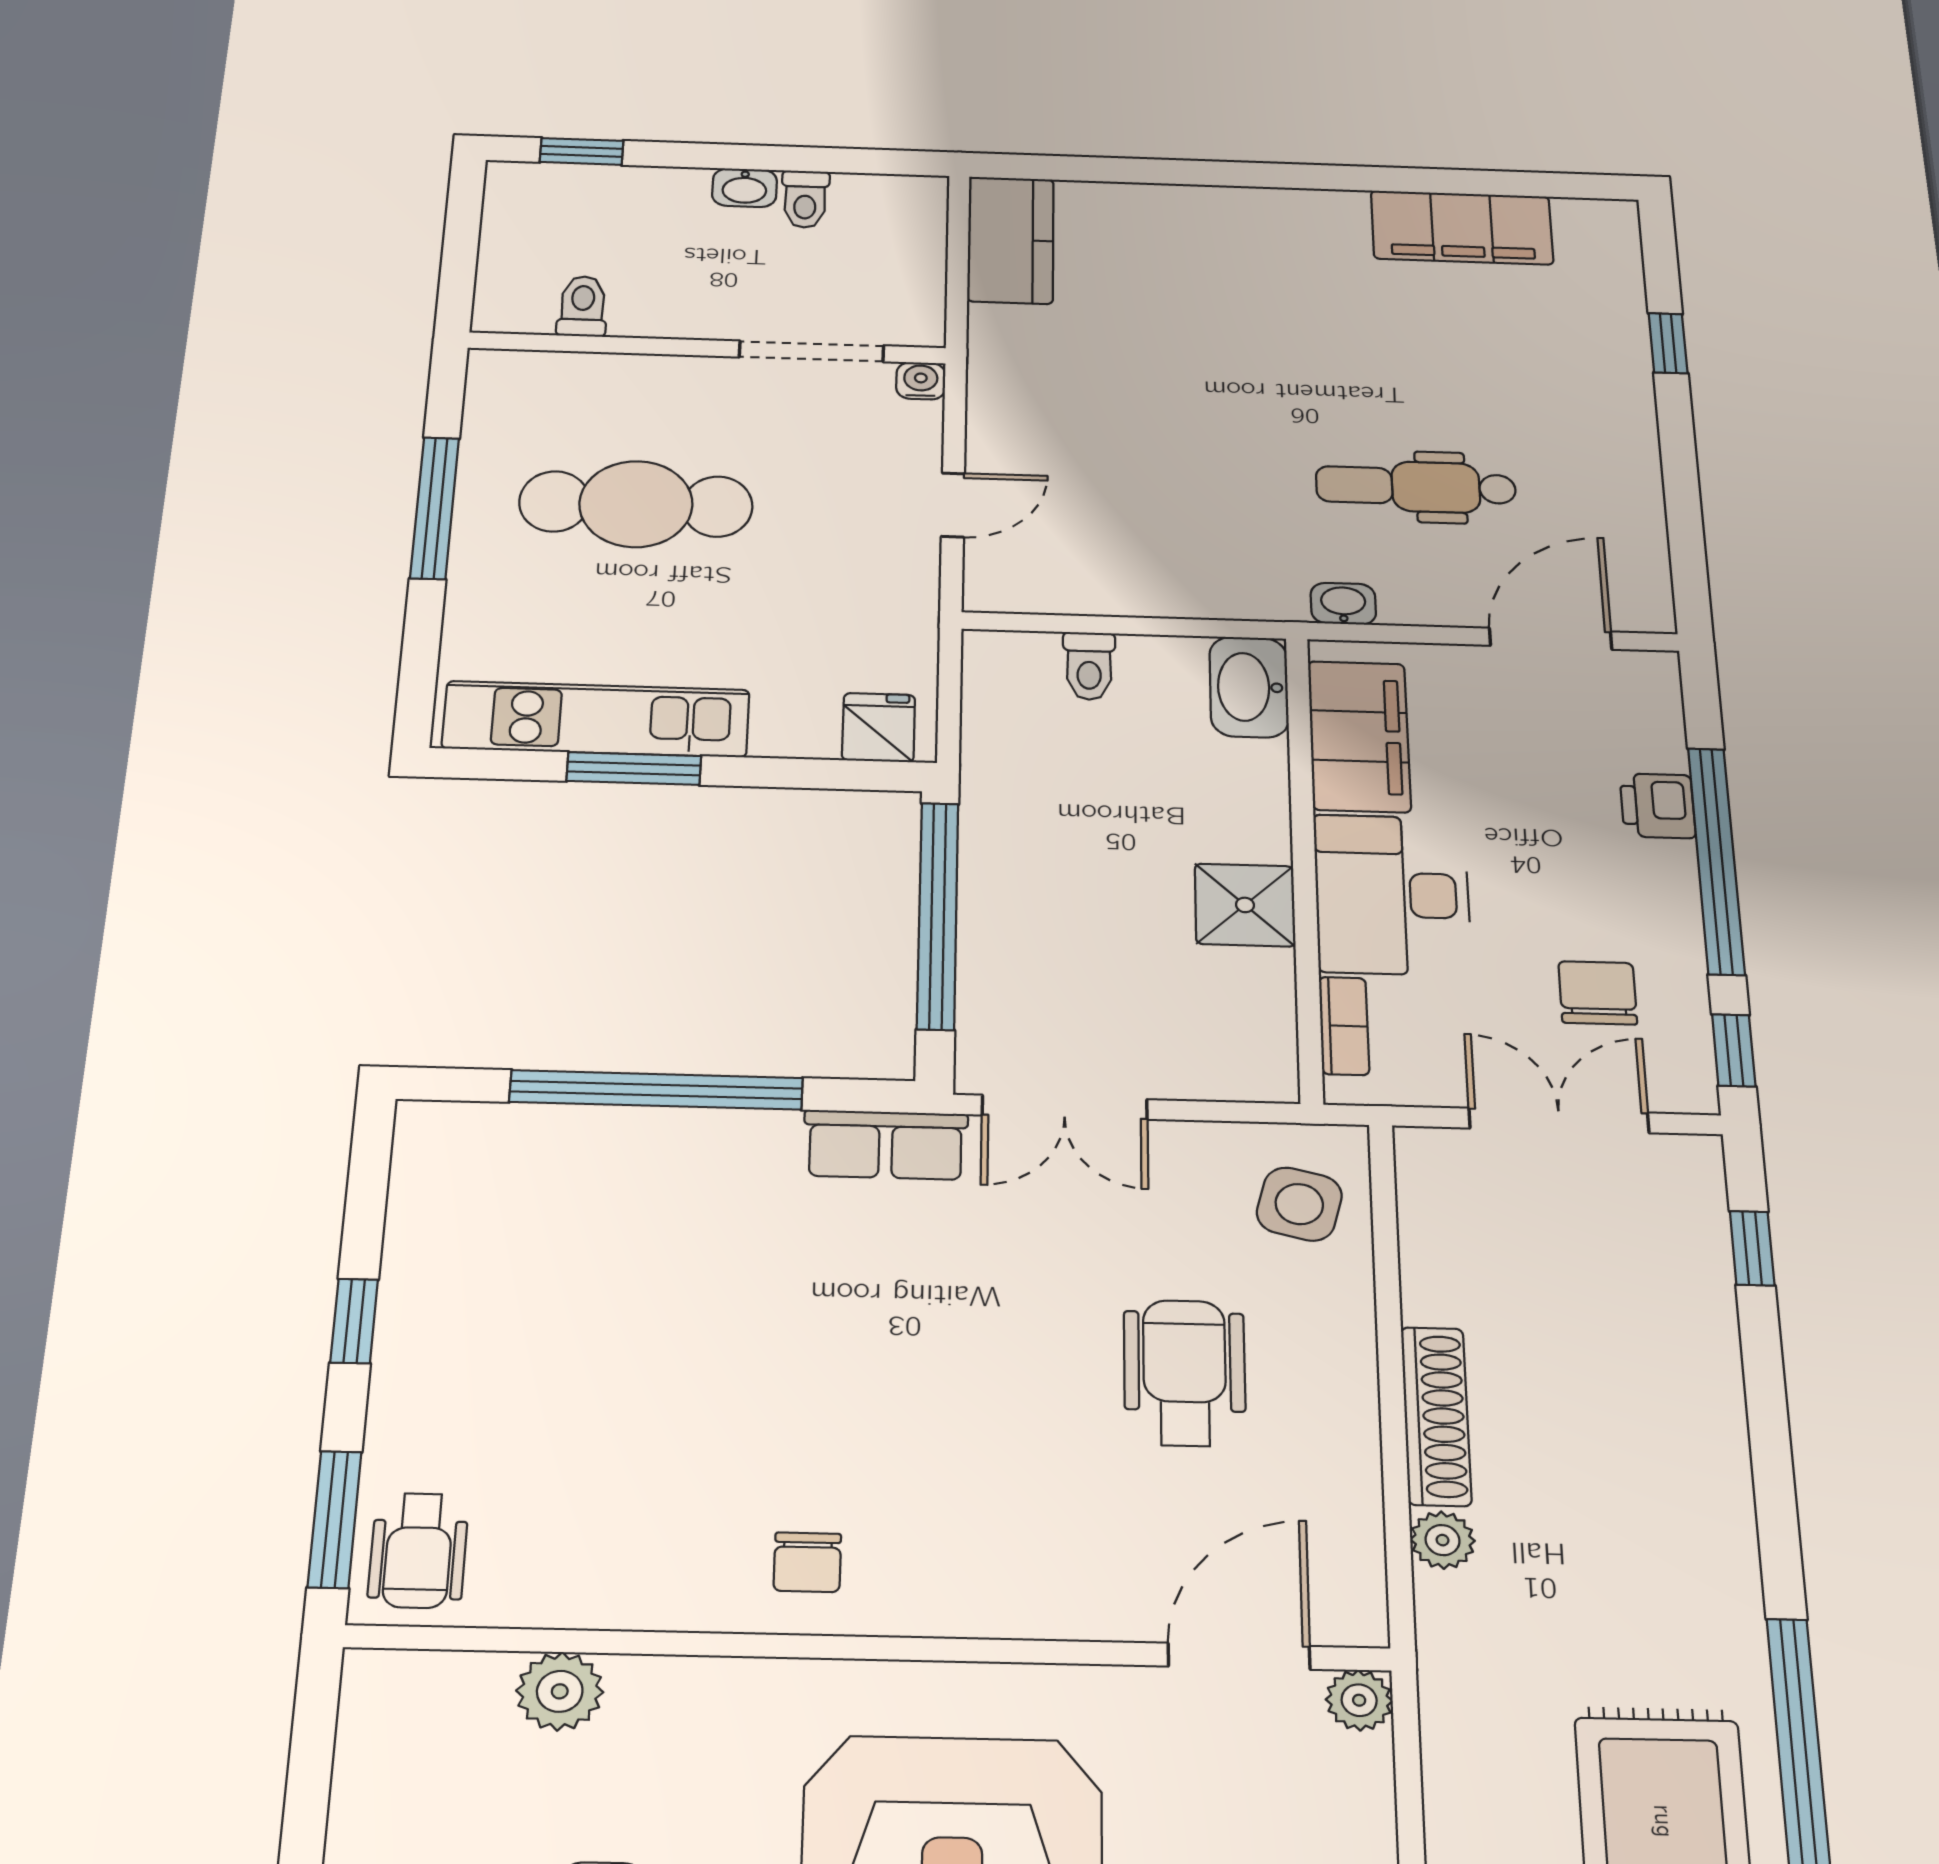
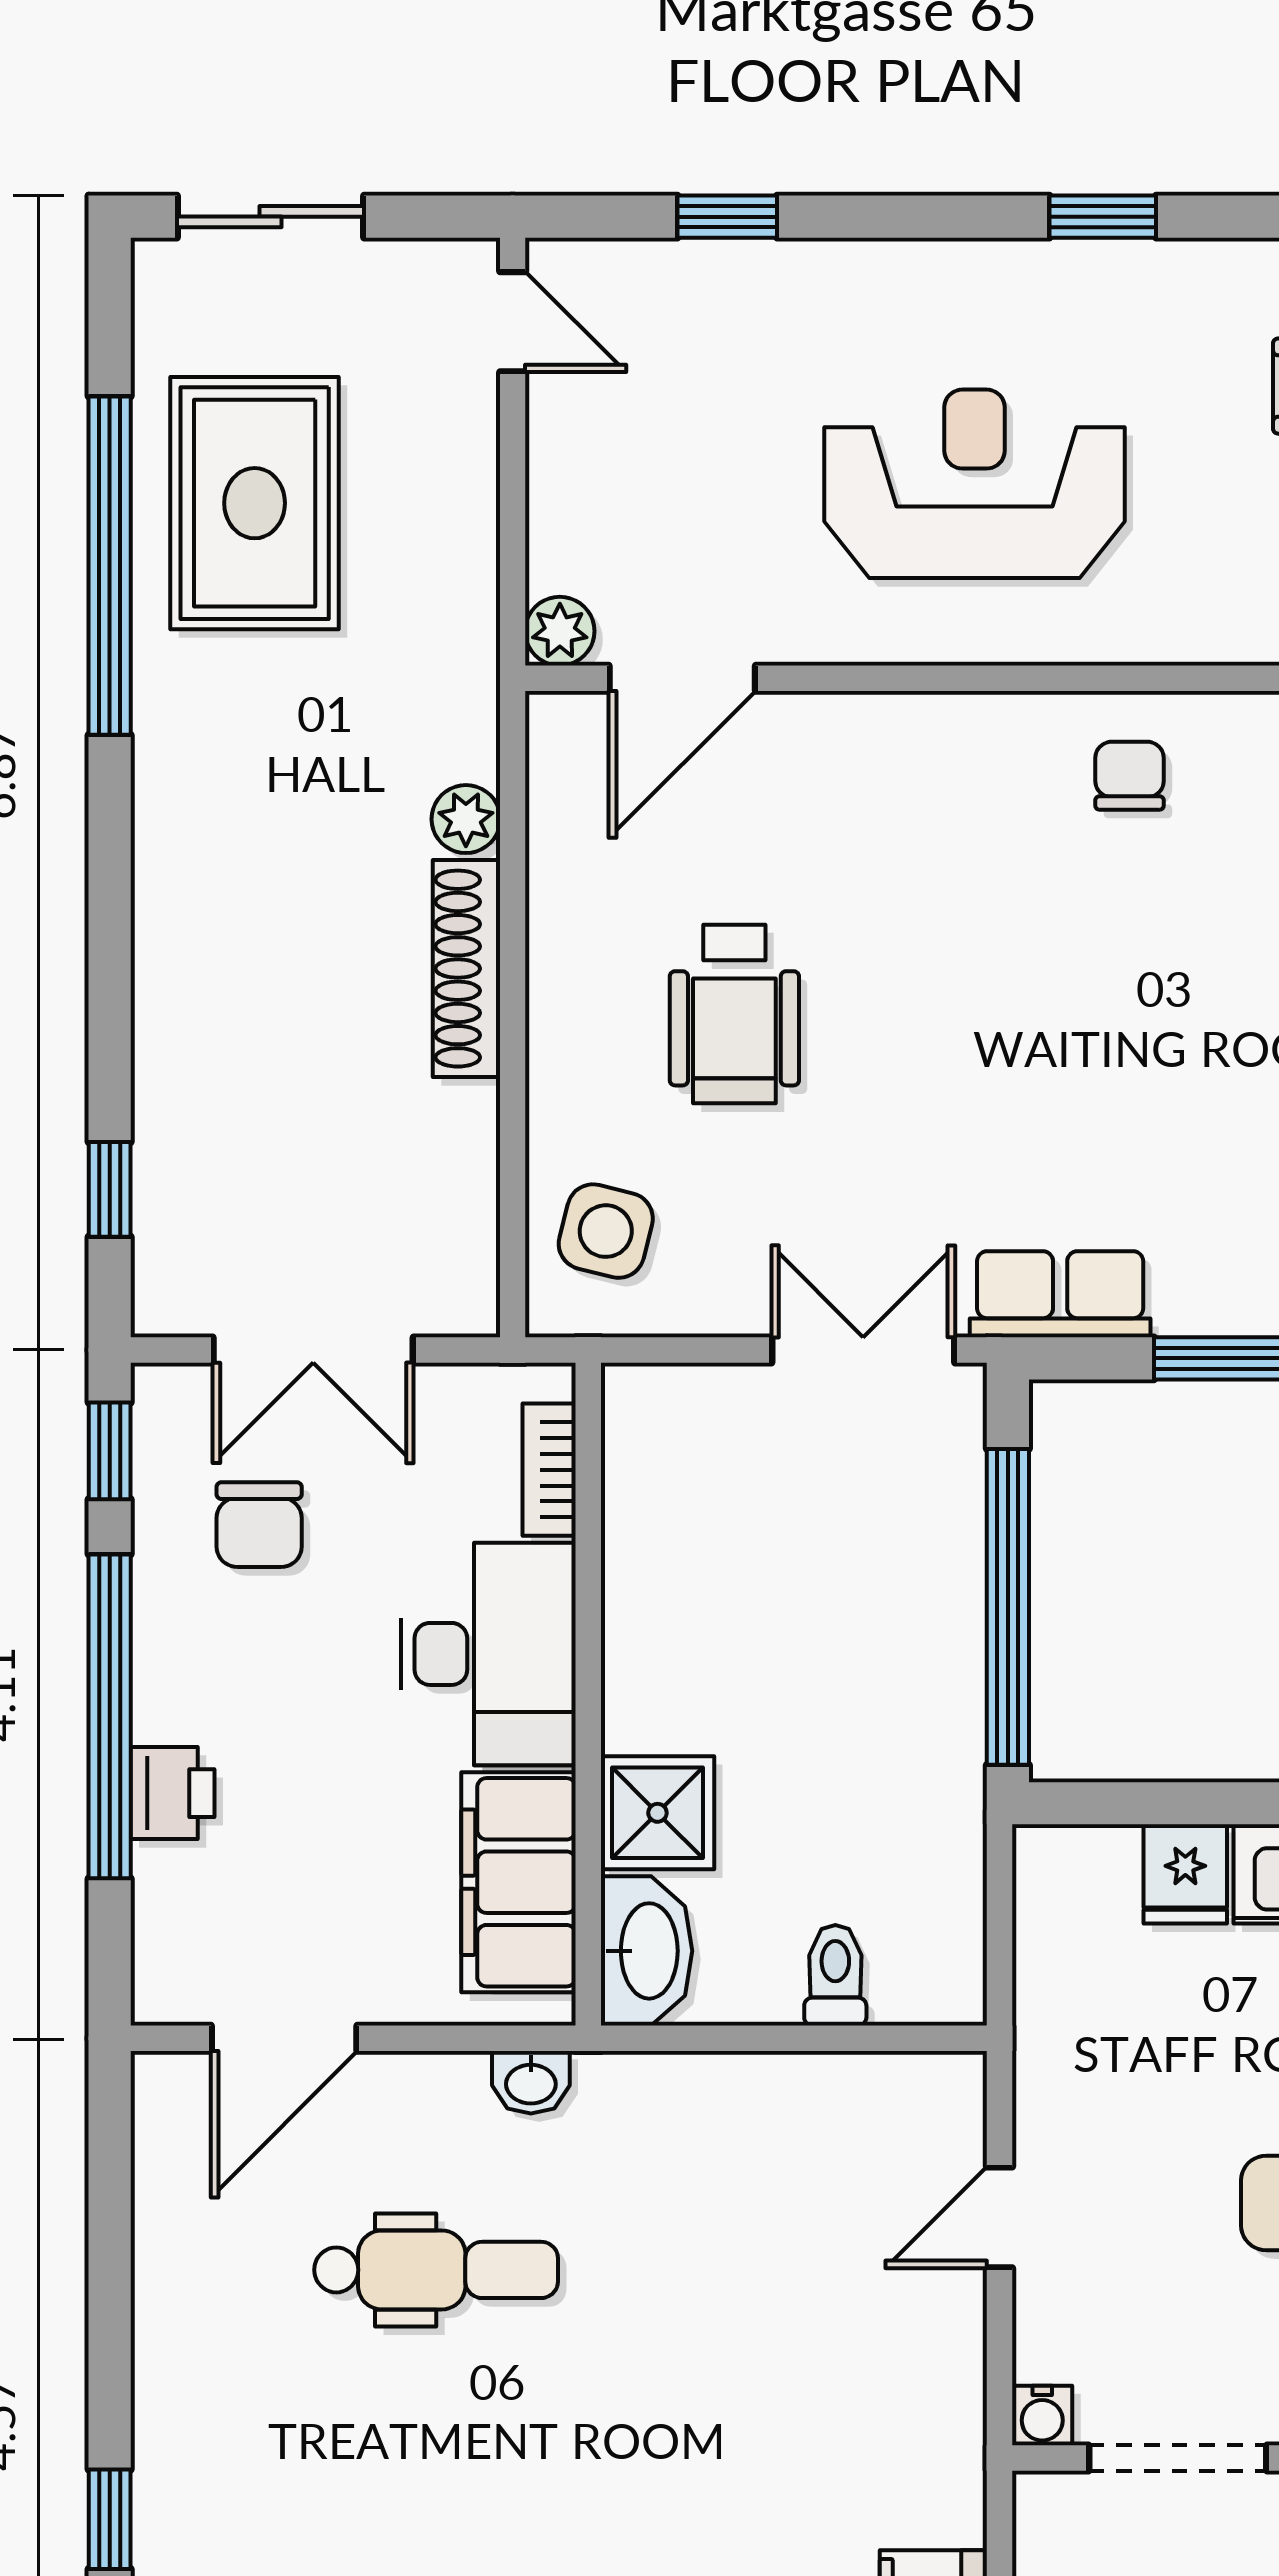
fridge: (879, 728) -> (1185, 1874), moved
shower: (1245, 905) -> (657, 1813), moved

